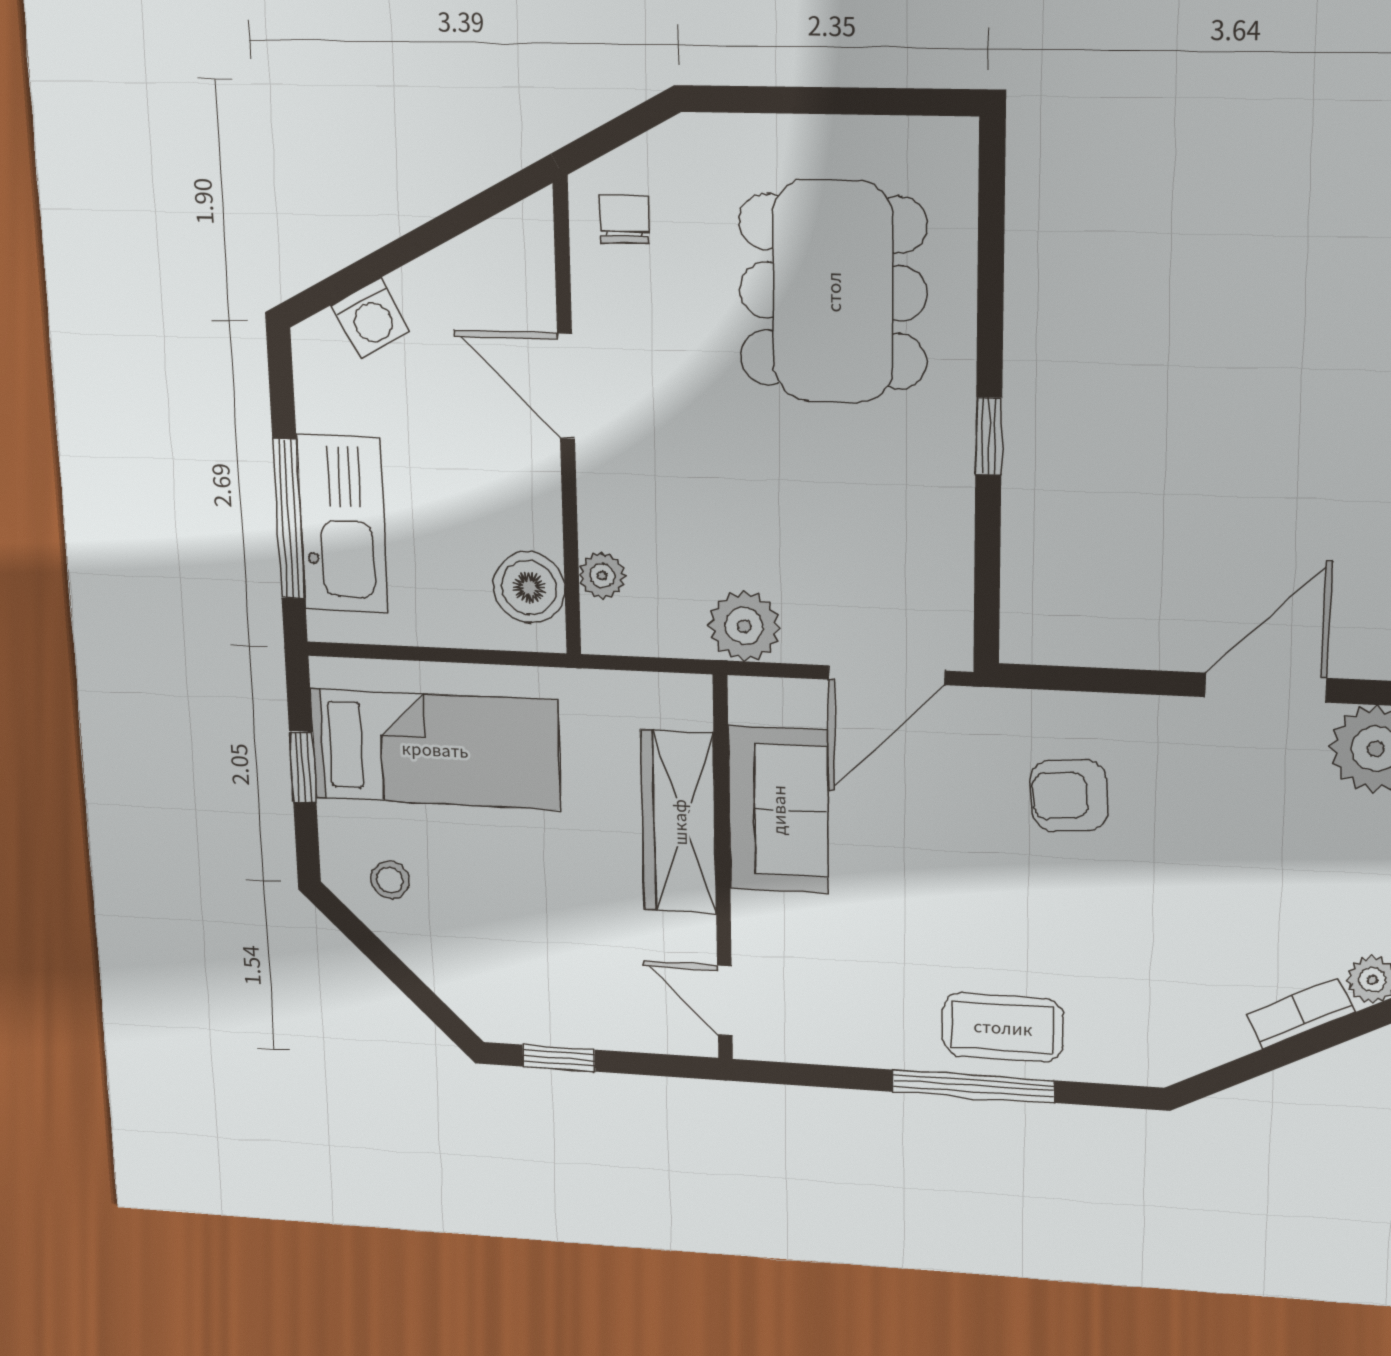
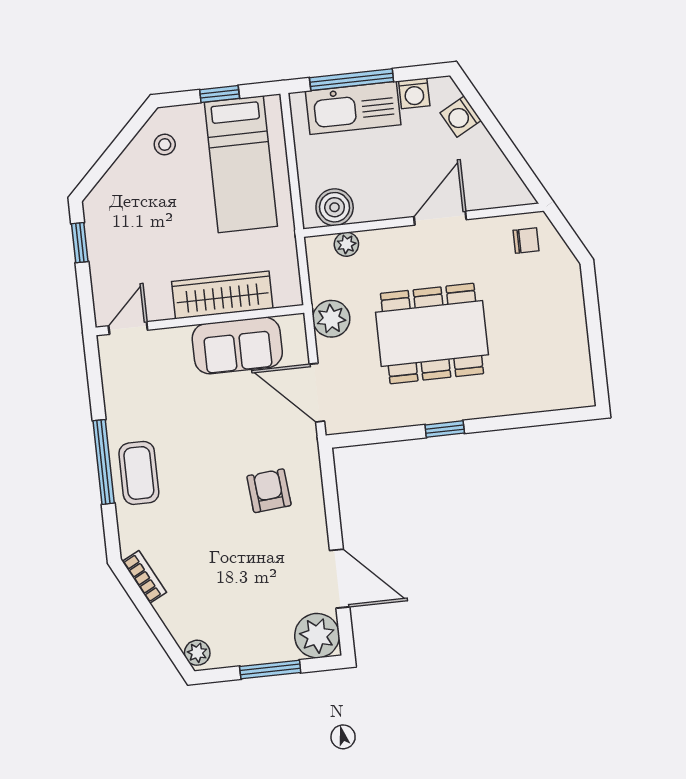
dining table: (833, 292) -> (432, 333), moved
washing machine: (321, 403) -> (414, 93), added
bookcase: (1300, 1013) -> (144, 577), moved

